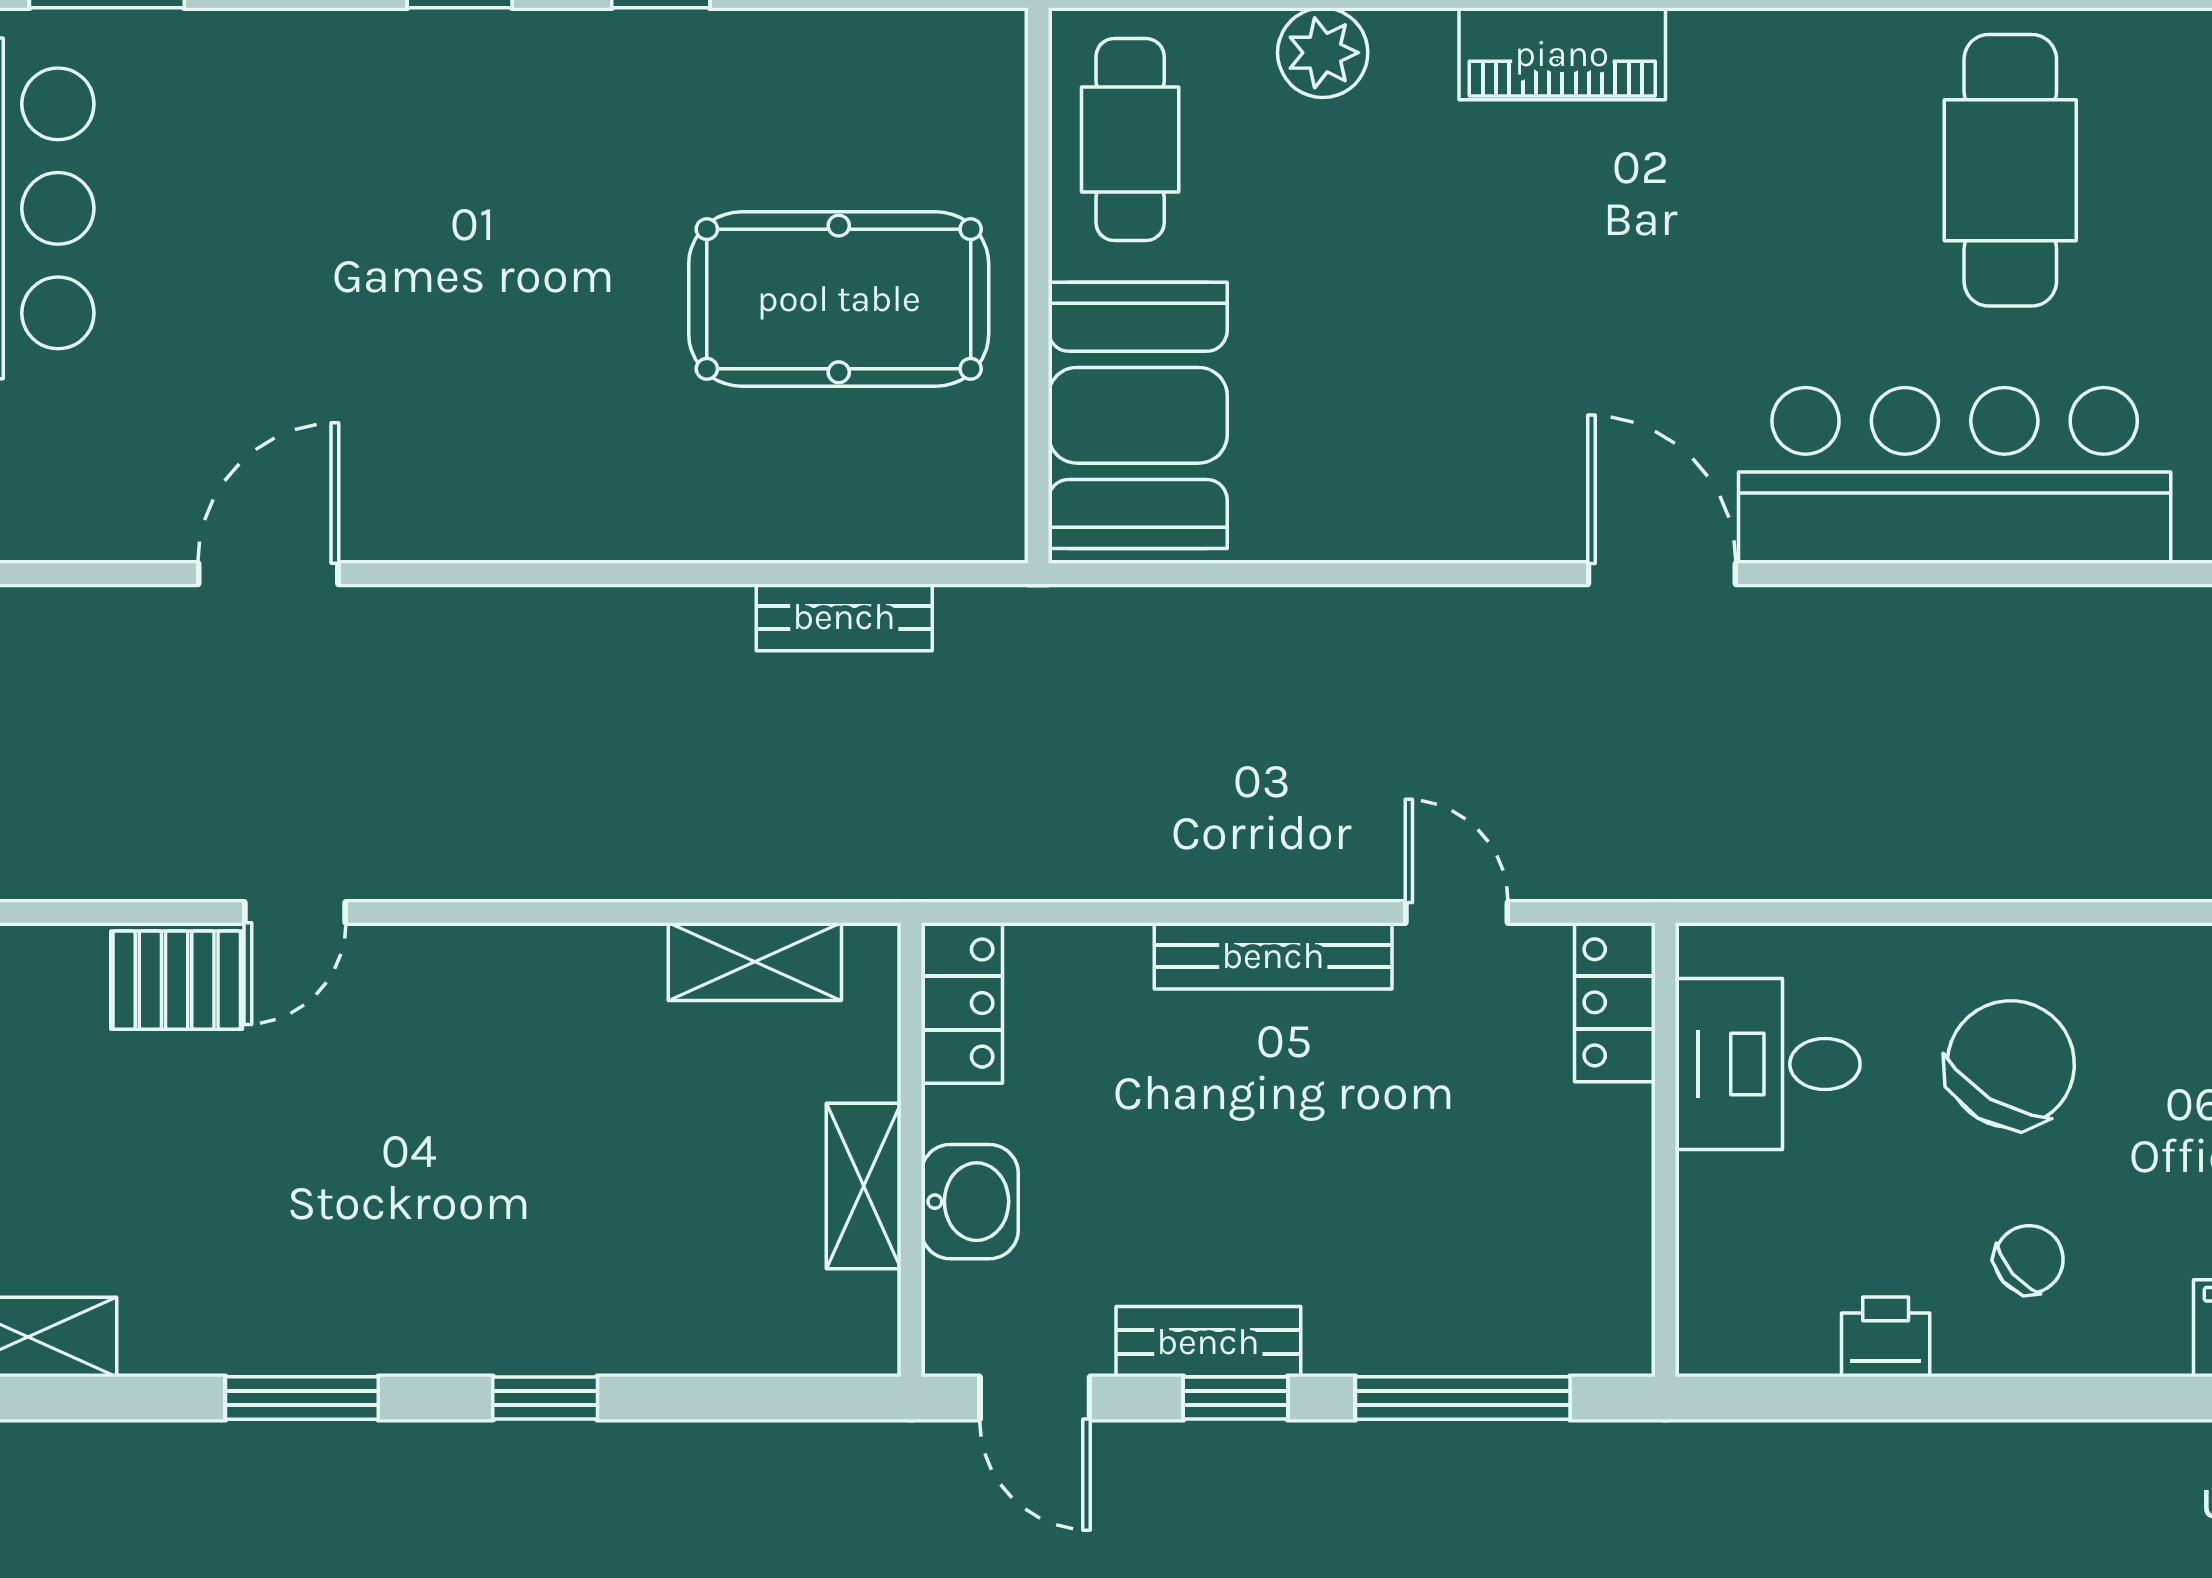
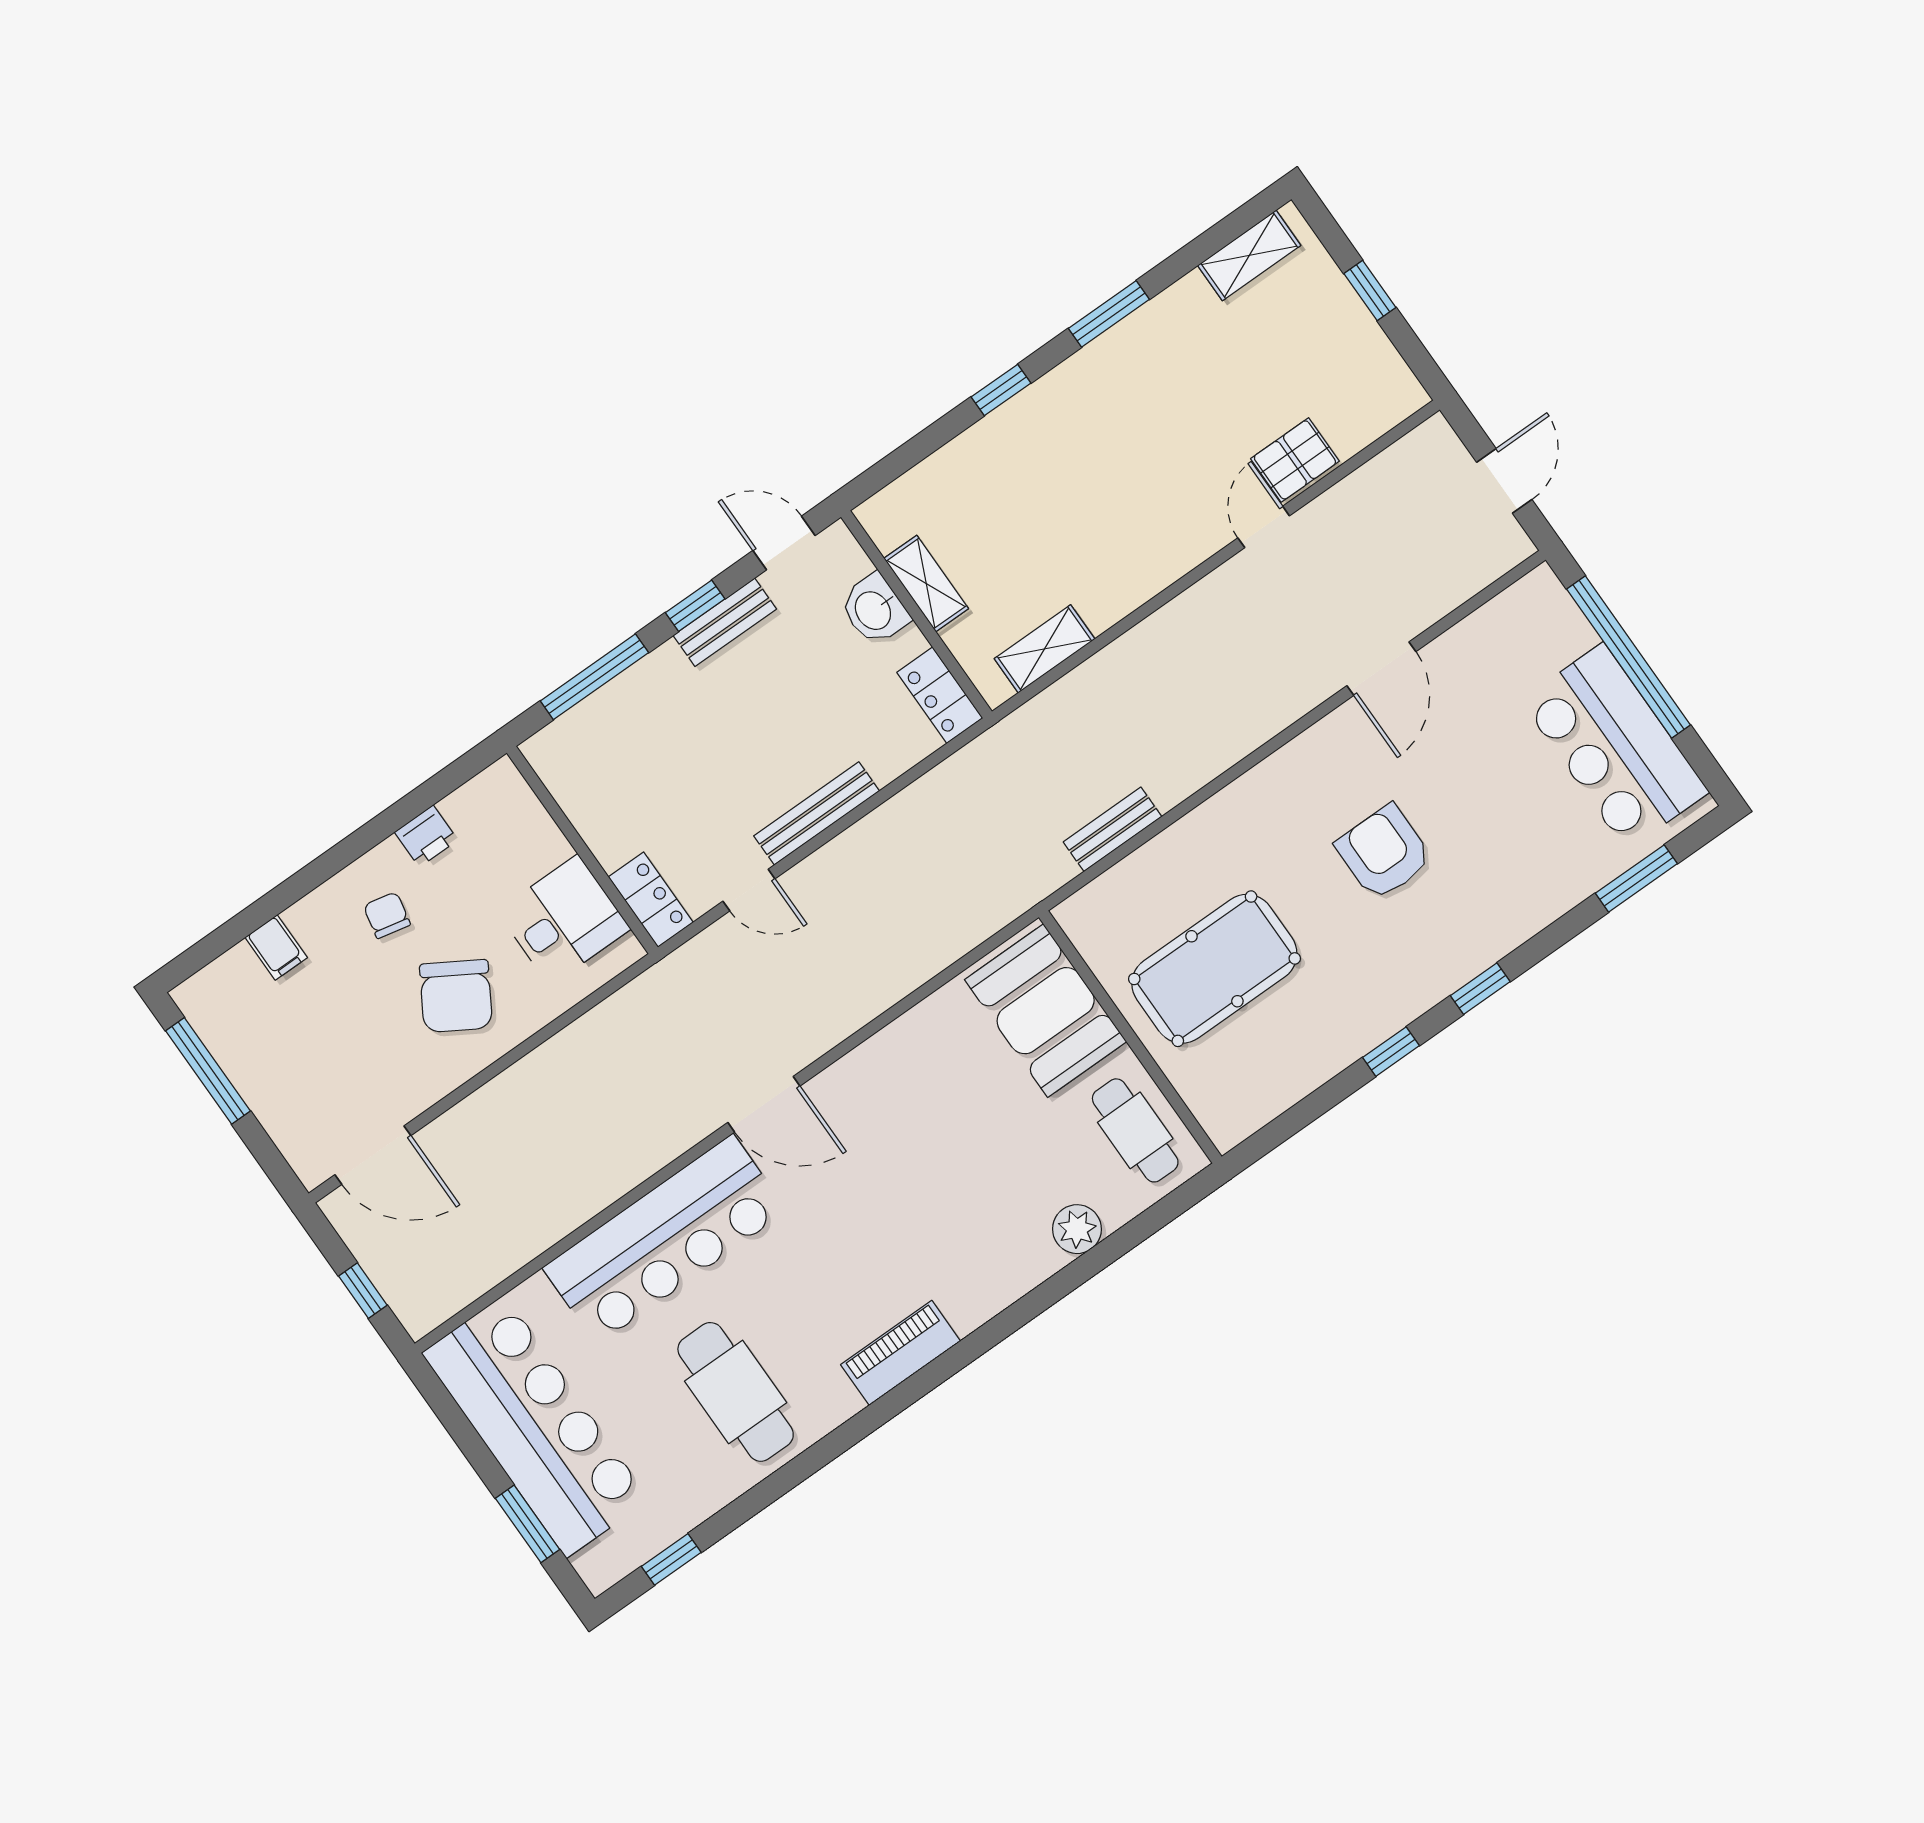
piano: (1562, 54) -> (901, 1353), moved
armchair: (460, 294) -> (1384, 852), added
chair: (2029, 1259) -> (387, 915), turned 143

